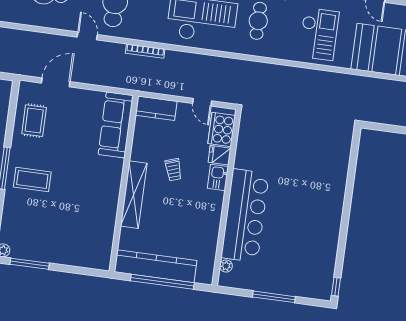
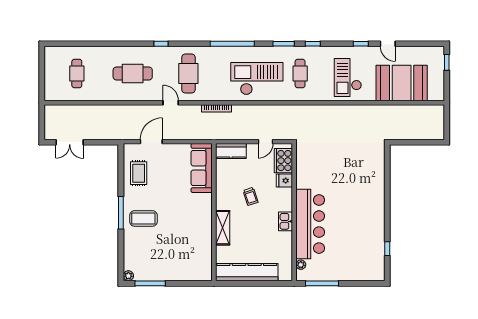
checkout: (319, 34) -> (348, 77), turned 180
door: (202, 102) -> (266, 142), hinge flipped
kitchen sink: (218, 177) -> (285, 221), moved
shelving: (134, 195) -> (223, 228), width x0.68
window: (162, 282) -> (254, 283), removed
window: (336, 287) -> (387, 249), moved
window: (274, 297) -> (322, 283), moved

